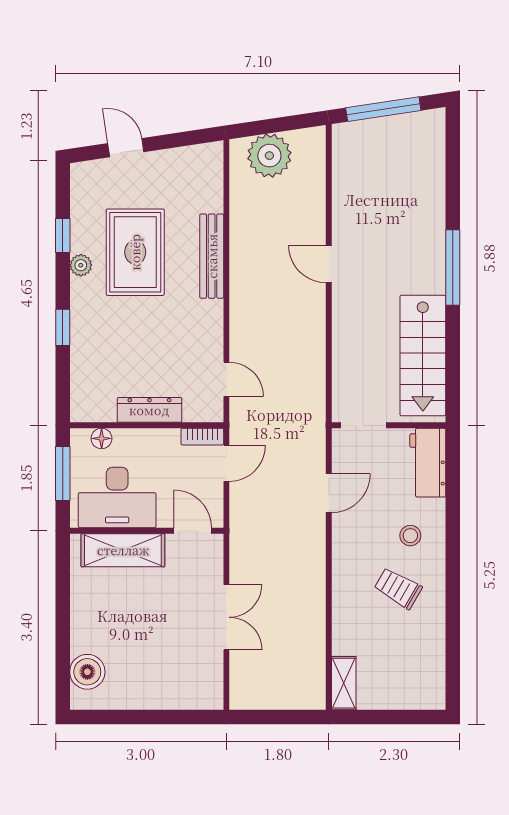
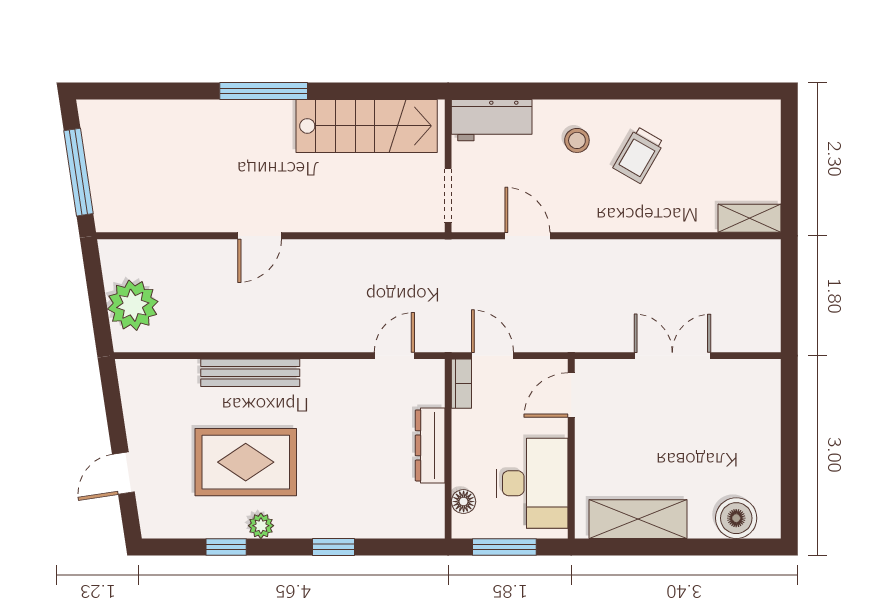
shelving: (123, 550) -> (638, 519), moved, turned 90

